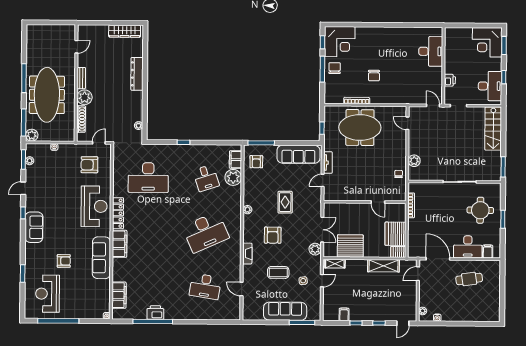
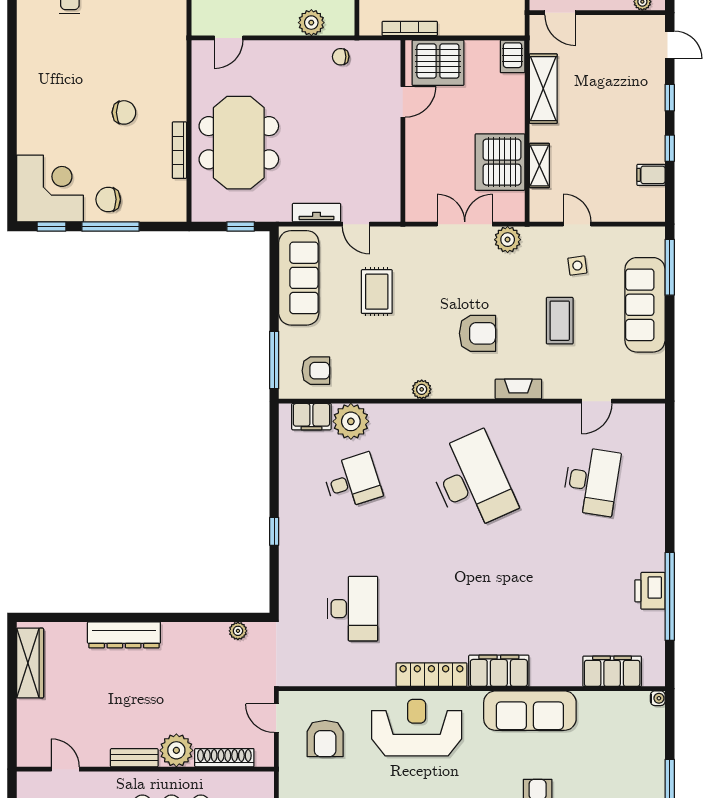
desk: (148, 178) -> (352, 609), width x0.73, depth x0.77
rug: (285, 202) -> (377, 292), moved, turned 90
server rack: (395, 234) -> (438, 63), moved
shelving: (335, 264) -> (539, 165), moved

